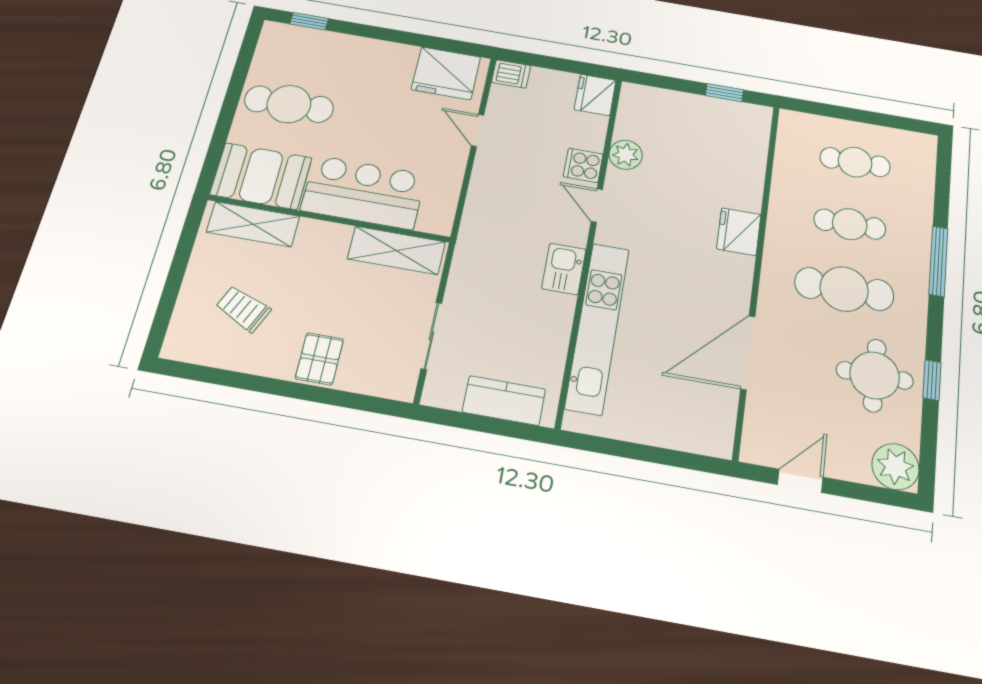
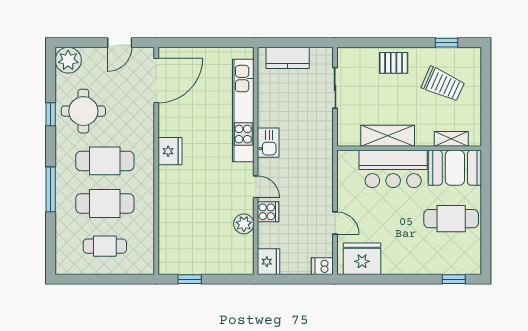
shelving: (253, 224) -> (451, 139), width x0.67, depth x0.75
cafe table: (850, 224) -> (105, 203), width x1.37, depth x1.35
fridge: (739, 232) -> (170, 151), moved
shelving: (396, 250) -> (388, 136), moved
trolley: (243, 309) -> (443, 84), width x1.36, depth x1.39
door: (748, 353) -> (156, 80), moved
pallet: (319, 359) -> (394, 63), turned 90
window: (217, 376) -> (446, 43), added

